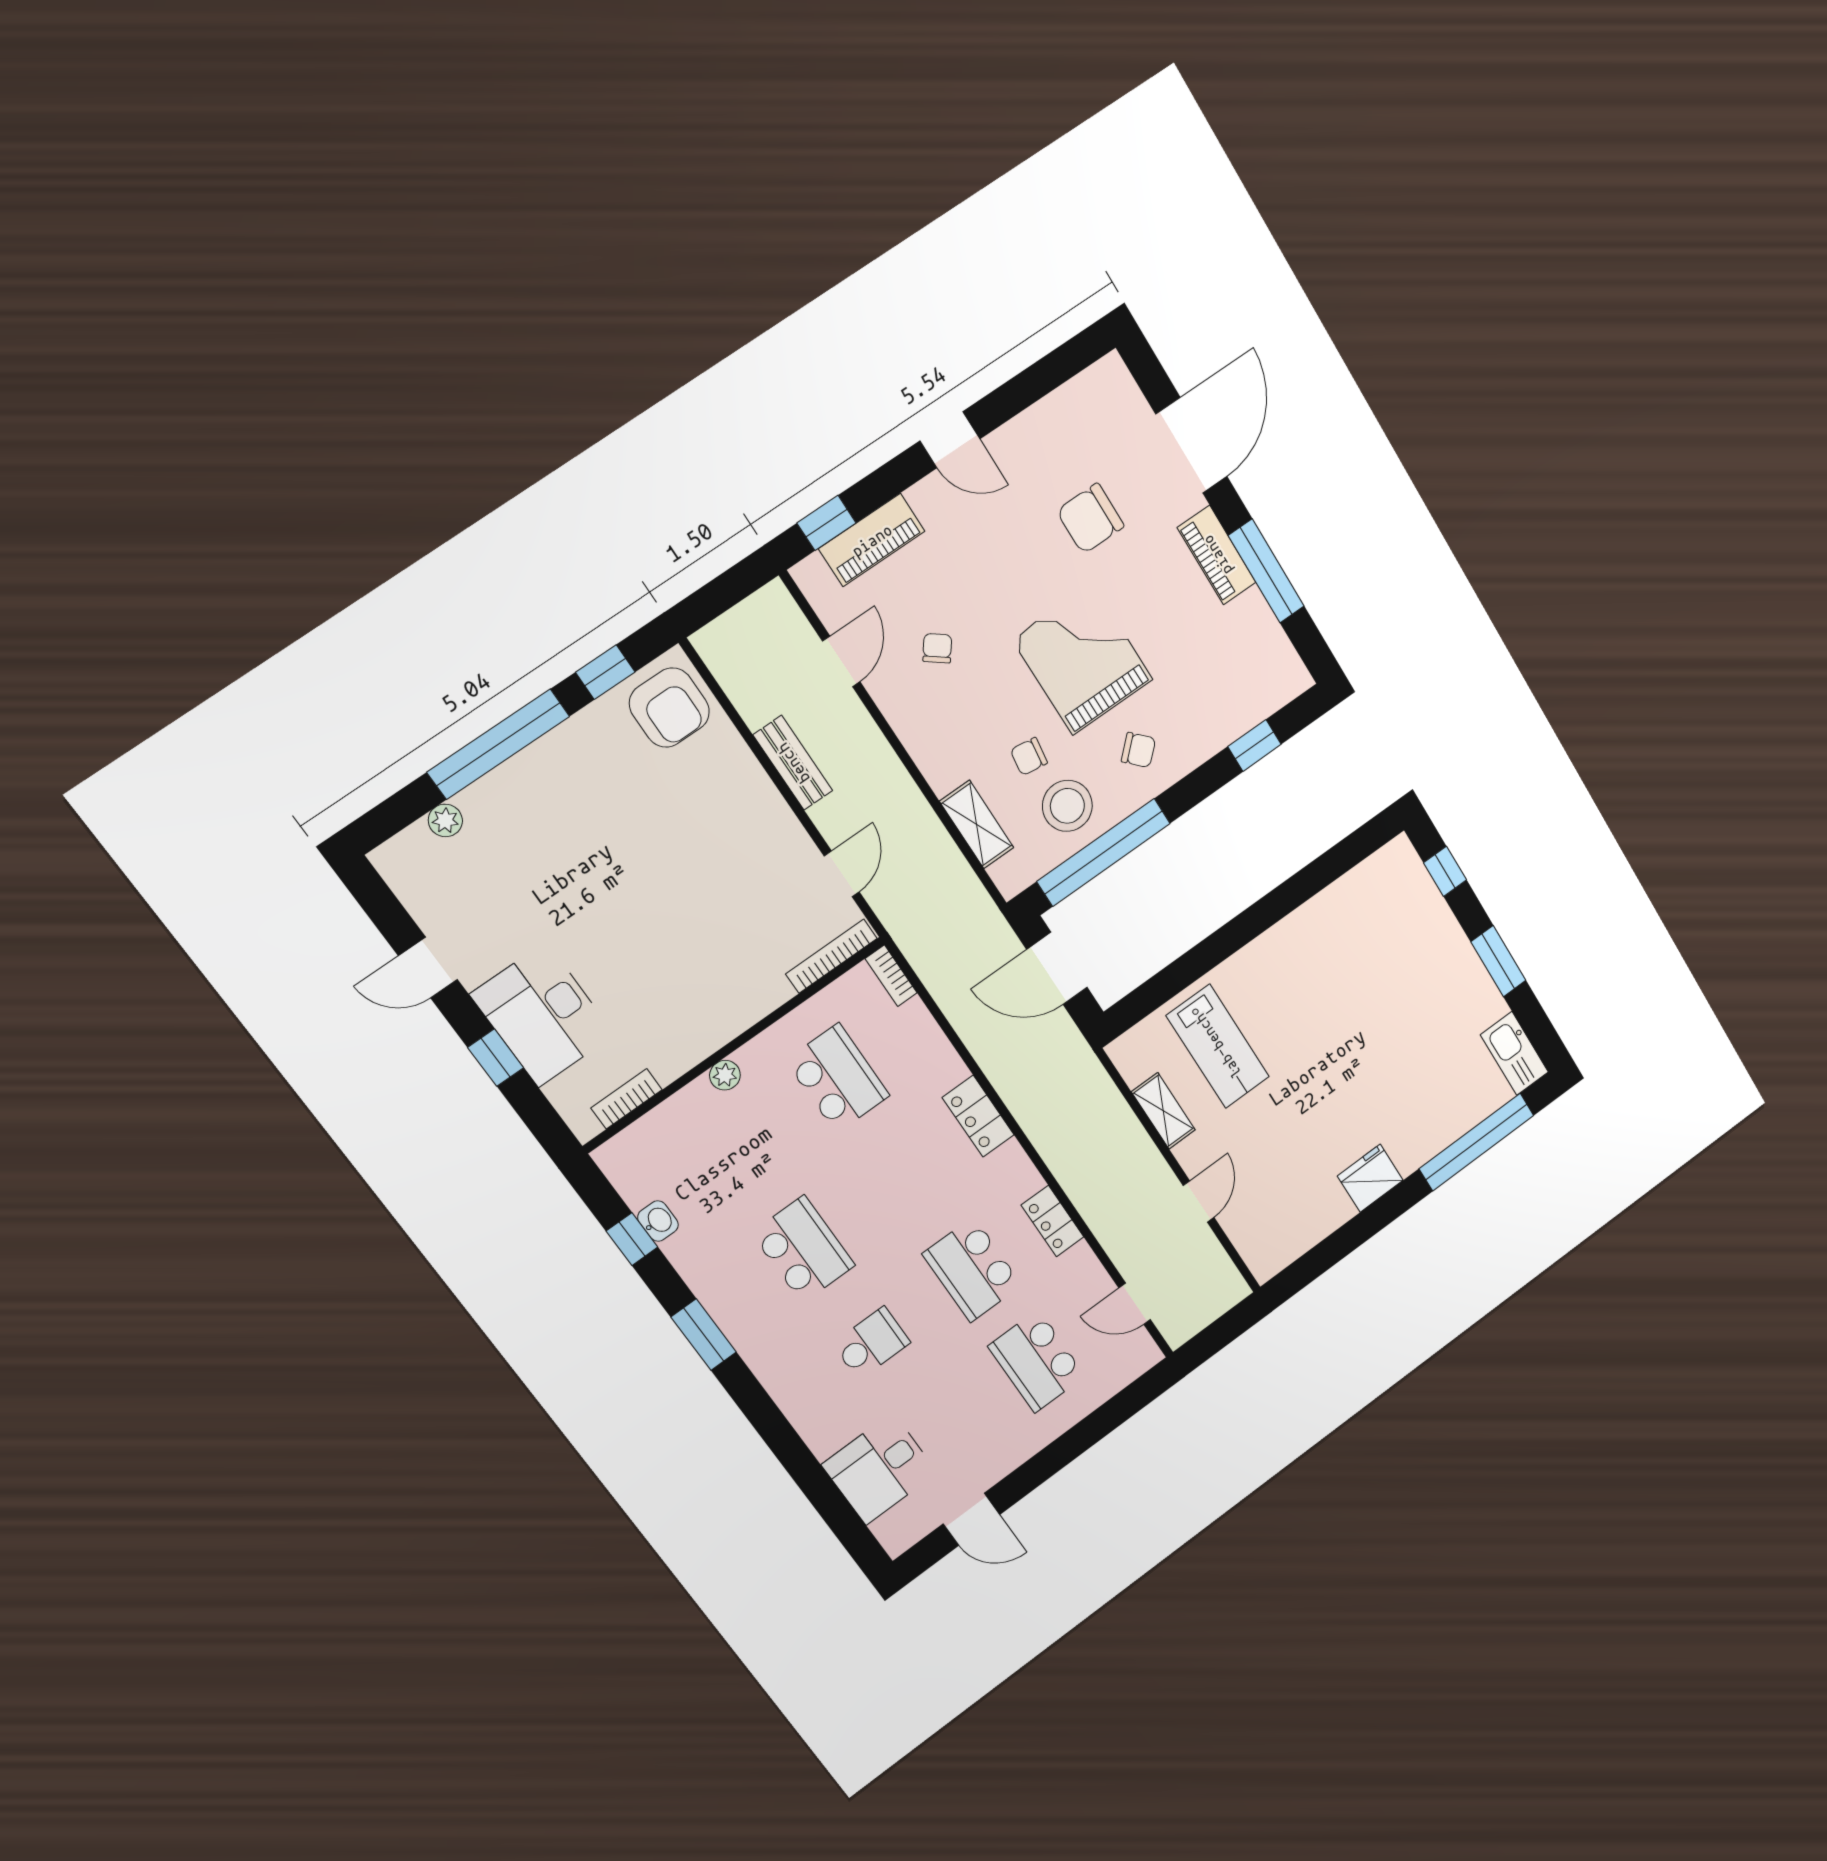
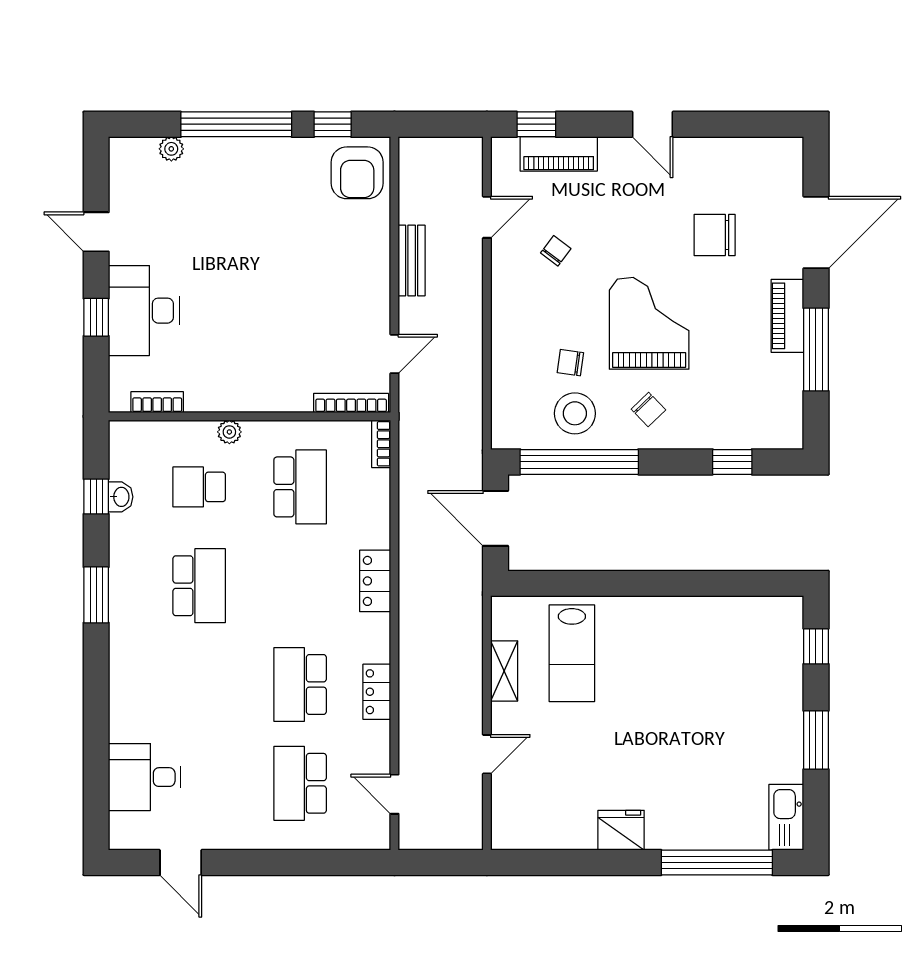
shelving: (977, 824) -> (505, 383), removed
school desk: (871, 1343) -> (199, 487), moved, turned 180

